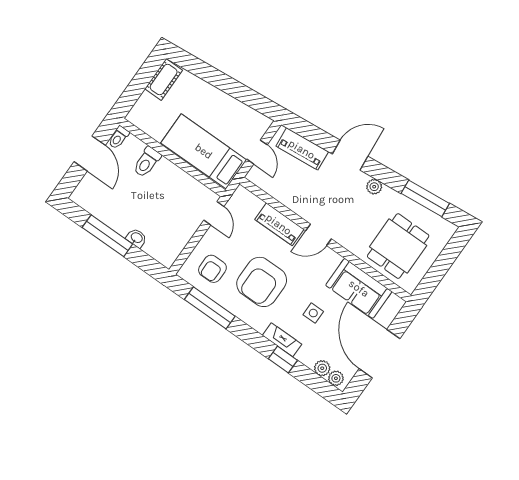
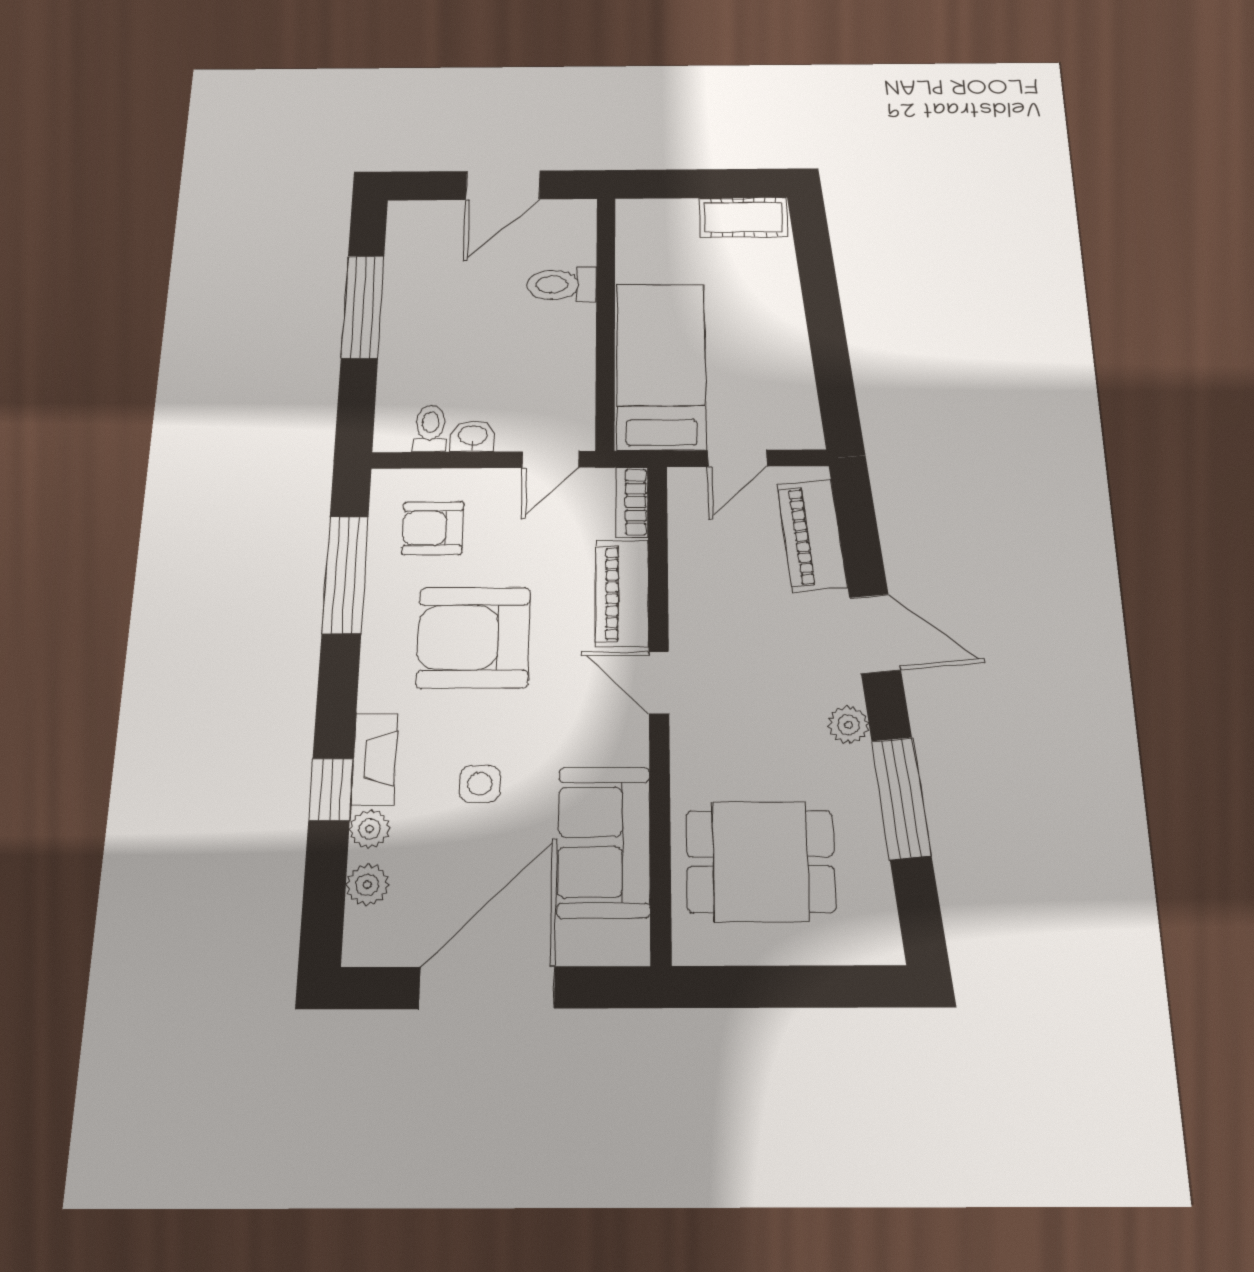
toilet: (119, 137) -> (430, 429), moved, turned 90
bookcase: (249, 198) -> (632, 502), added
window: (425, 198) -> (901, 798), moved
washbasin: (136, 238) -> (472, 436), moved, turned -90
plant: (336, 378) -> (370, 829), moved

